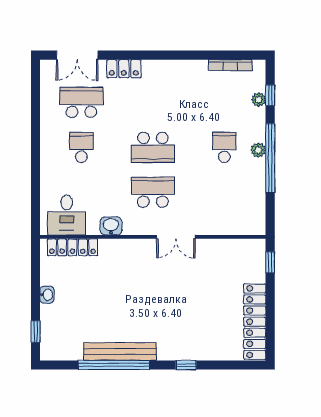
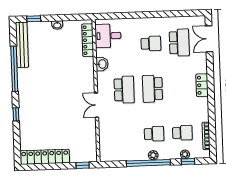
locker: (124, 69) -> (202, 85), moved
school desk: (224, 102) -> (182, 133), added
bench: (120, 352) -> (22, 45), moved

